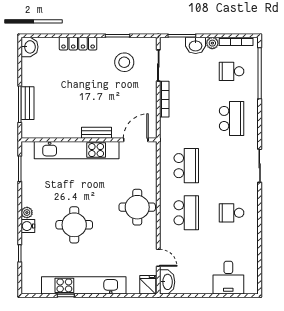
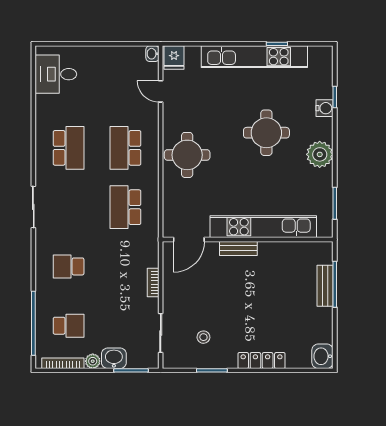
stool: (124, 62) -> (203, 337), width x0.53, depth x0.53
bookcase: (164, 99) -> (153, 283), width x0.64
school desk: (232, 118) -> (69, 266), width x0.54
plant: (27, 213) -> (320, 154), width x1.87, depth x1.87
school desk: (232, 213) -> (69, 148), width x1.85
water cooler: (28, 226) -> (324, 108), moved
desk: (228, 278) -> (56, 74), moved, turned -90
washbasin: (167, 282) -> (152, 54), width x0.52, depth x0.69

